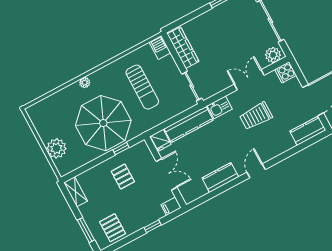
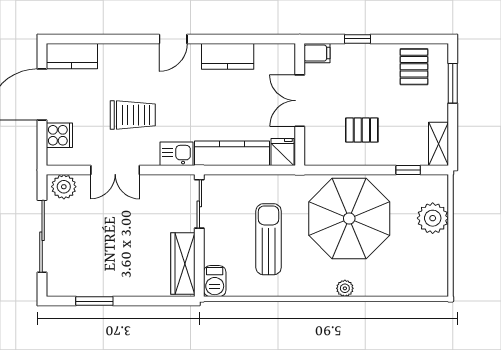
cooker: (286, 72) -> (59, 135), moved
window: (121, 149) -> (408, 170), moved
pallet: (123, 176) -> (362, 130), turned 90

